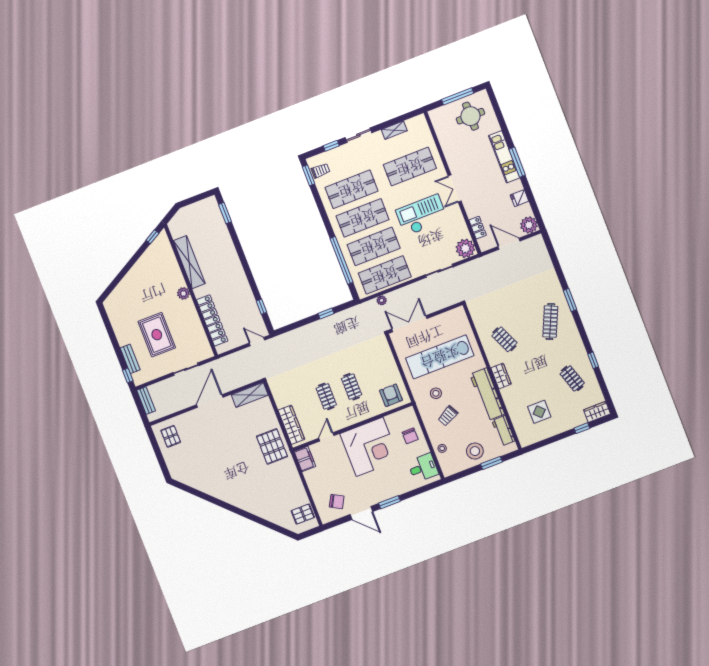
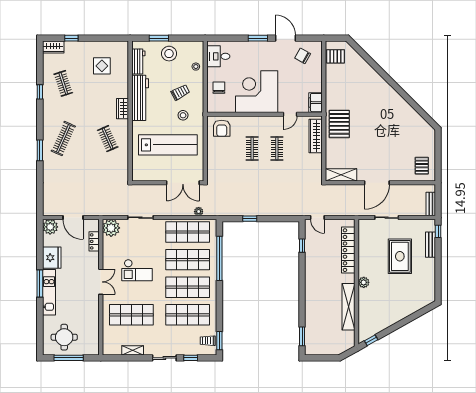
fridge: (520, 198) -> (52, 258), width x1.88, depth x1.34
checkout: (422, 215) -> (137, 270), width x0.73, depth x0.83

